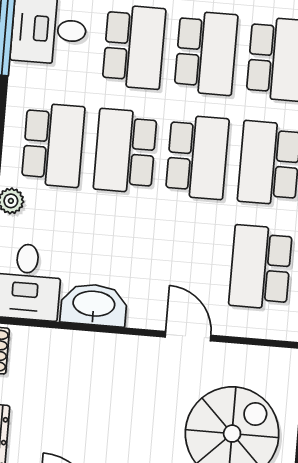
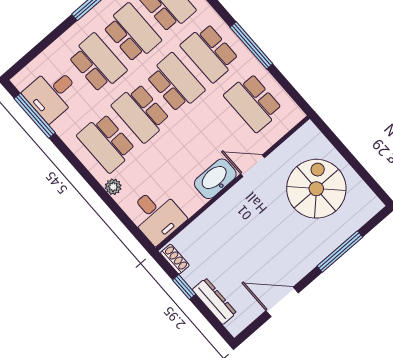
school desk: (53, 145) -> (106, 143), turned 180
washbasin: (94, 305) -> (215, 179), moved

